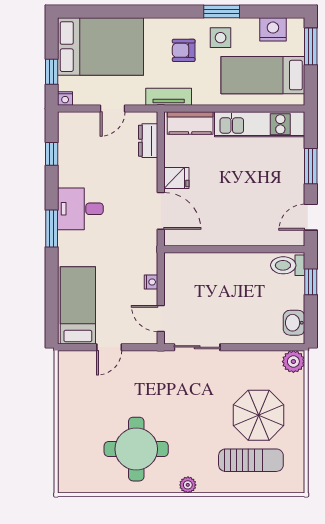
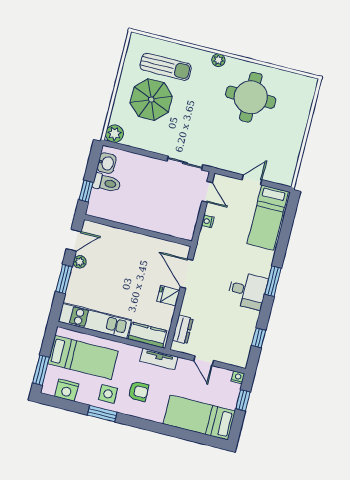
bed: (101, 47) -> (199, 417), width x0.67
door: (113, 108) -> (204, 361), swing flipped
plant: (297, 192) -> (80, 262), added
toilet: (288, 265) -> (107, 183), moved
sun lounger: (251, 460) -> (166, 67), turned 180

